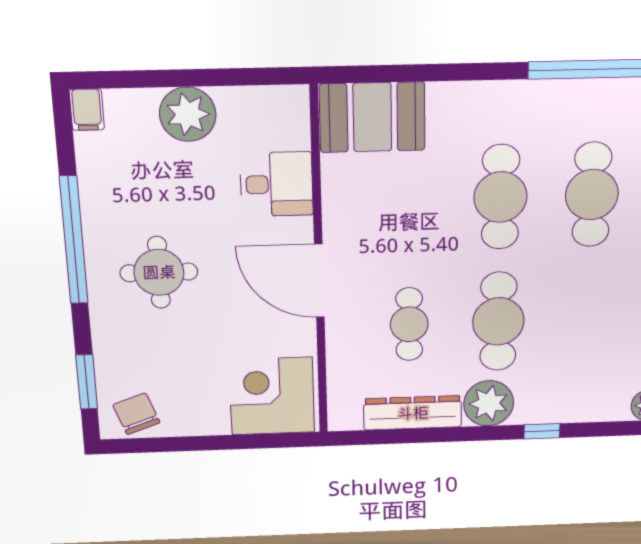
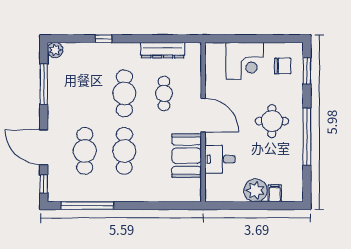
filing cabinet: (87, 110) -> (275, 193), moved
booth: (372, 117) -> (187, 156), moved, turned 90
corner desk: (272, 396) -> (245, 61), moved
plant: (489, 403) -> (128, 54), removed
chair: (136, 414) -> (283, 66), moved, turned -70

